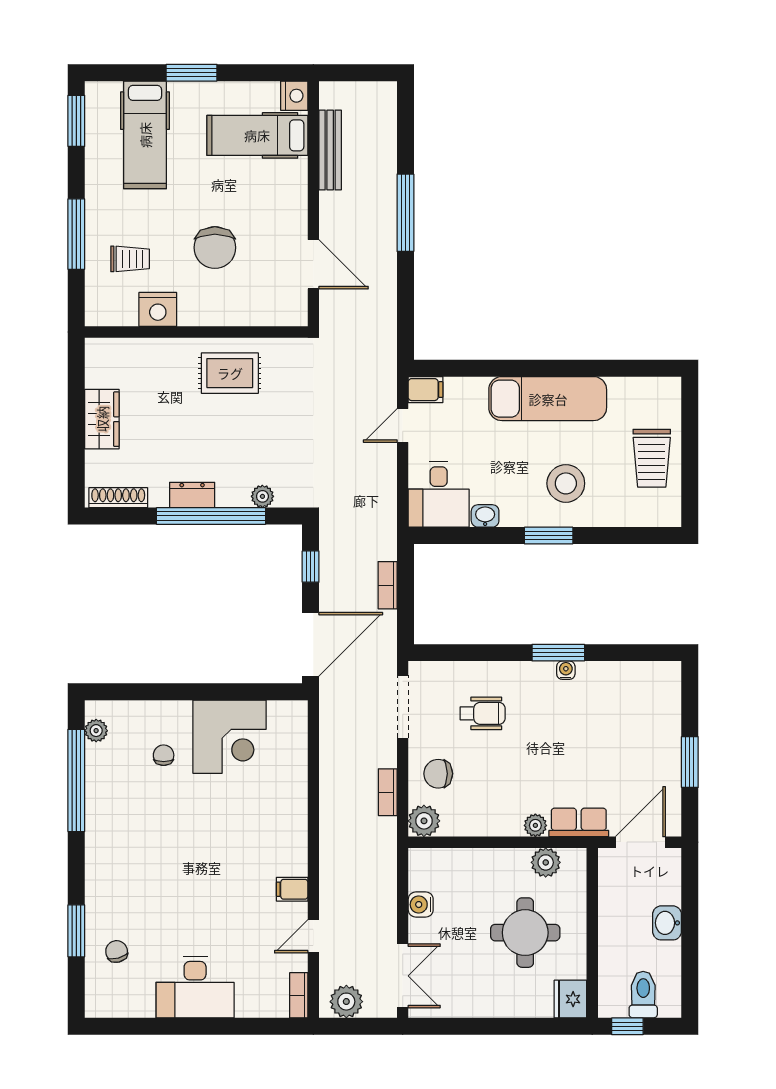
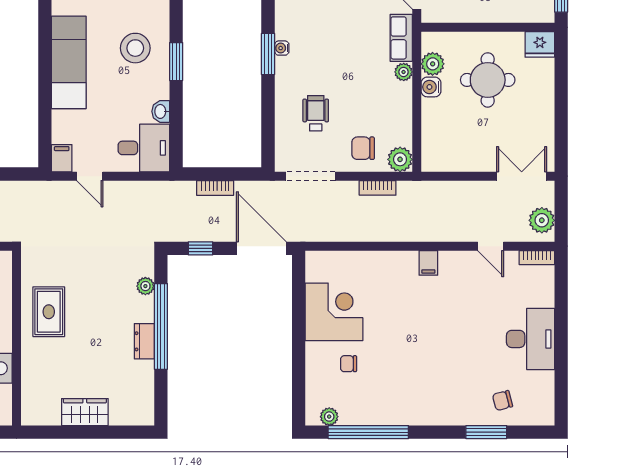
shoe rack: (118, 498) -> (146, 399), removed
chair: (438, 774) -> (363, 148), turned 90
filing cabinet: (292, 889) -> (428, 263), moved
water cooler: (421, 905) -> (431, 87), moved, turned 90

